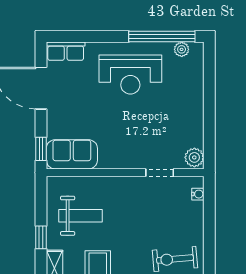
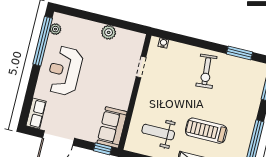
reception desk: (130, 75) -> (65, 71), turned 180
plant: (194, 157) -> (109, 32), moved
weight bench: (81, 216) -> (158, 132), turned -90

